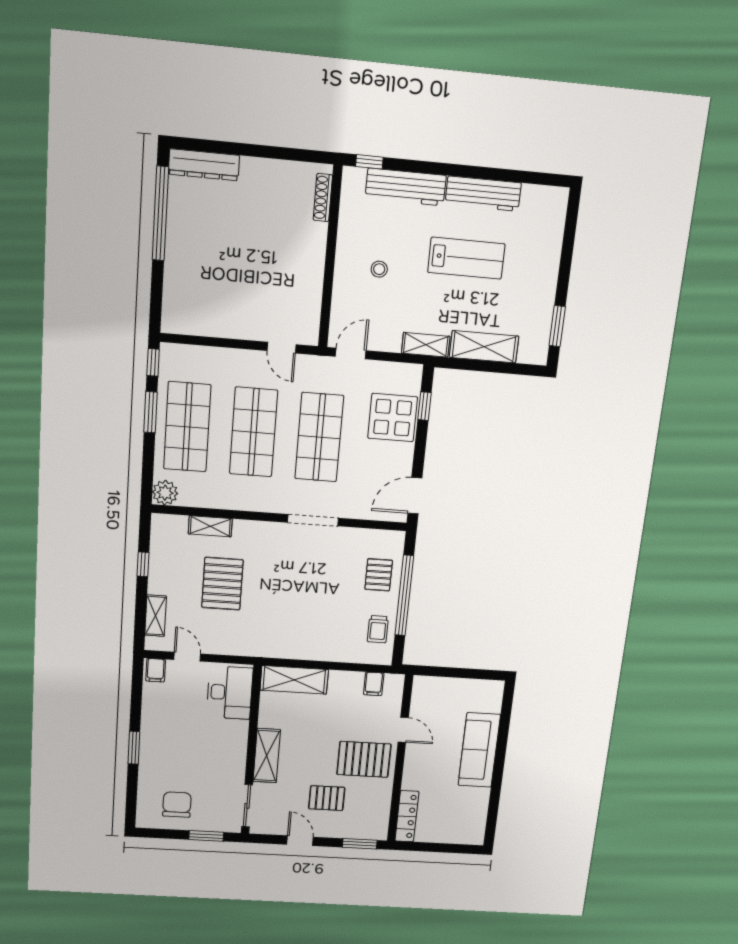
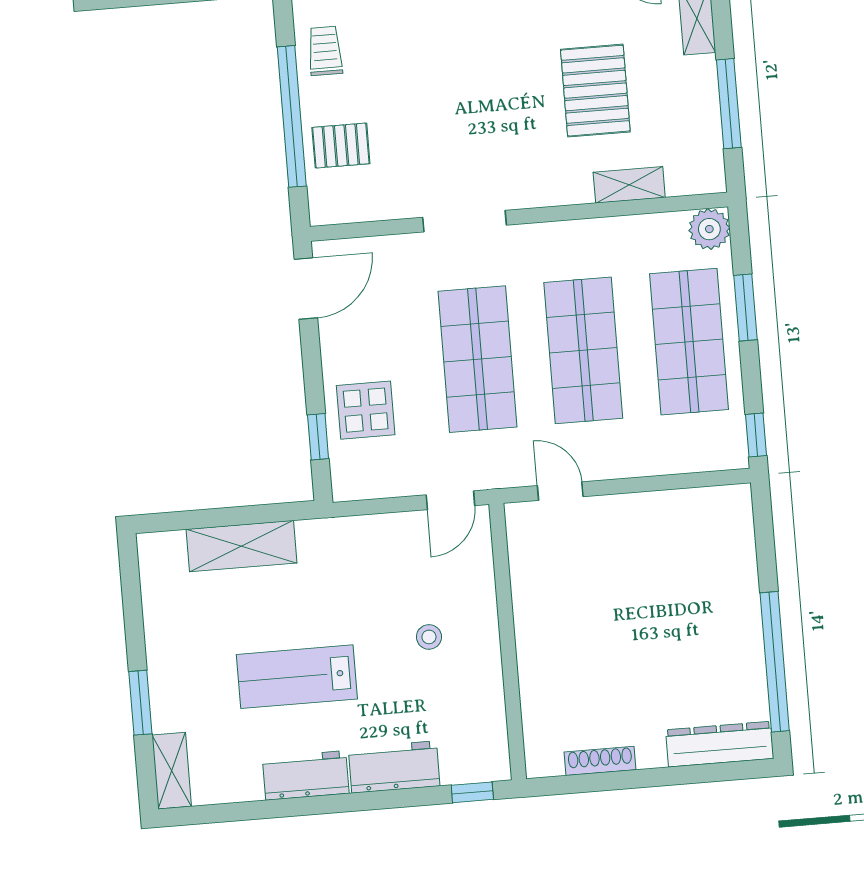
workbench: (406, 187) -> (394, 767), width x0.73
workbench: (483, 194) -> (306, 775), width x0.73
shoe rack: (323, 198) -> (600, 761), moved, turned -90
window: (557, 326) -> (140, 703), moved
shelving: (426, 345) -> (172, 771), moved, turned 90
window: (151, 412) -> (746, 308), moved
display table: (393, 418) -> (366, 410), width x0.73, depth x0.73
window: (143, 564) -> (729, 104), width x2.17
pallet: (379, 575) -> (341, 146), turned 90

